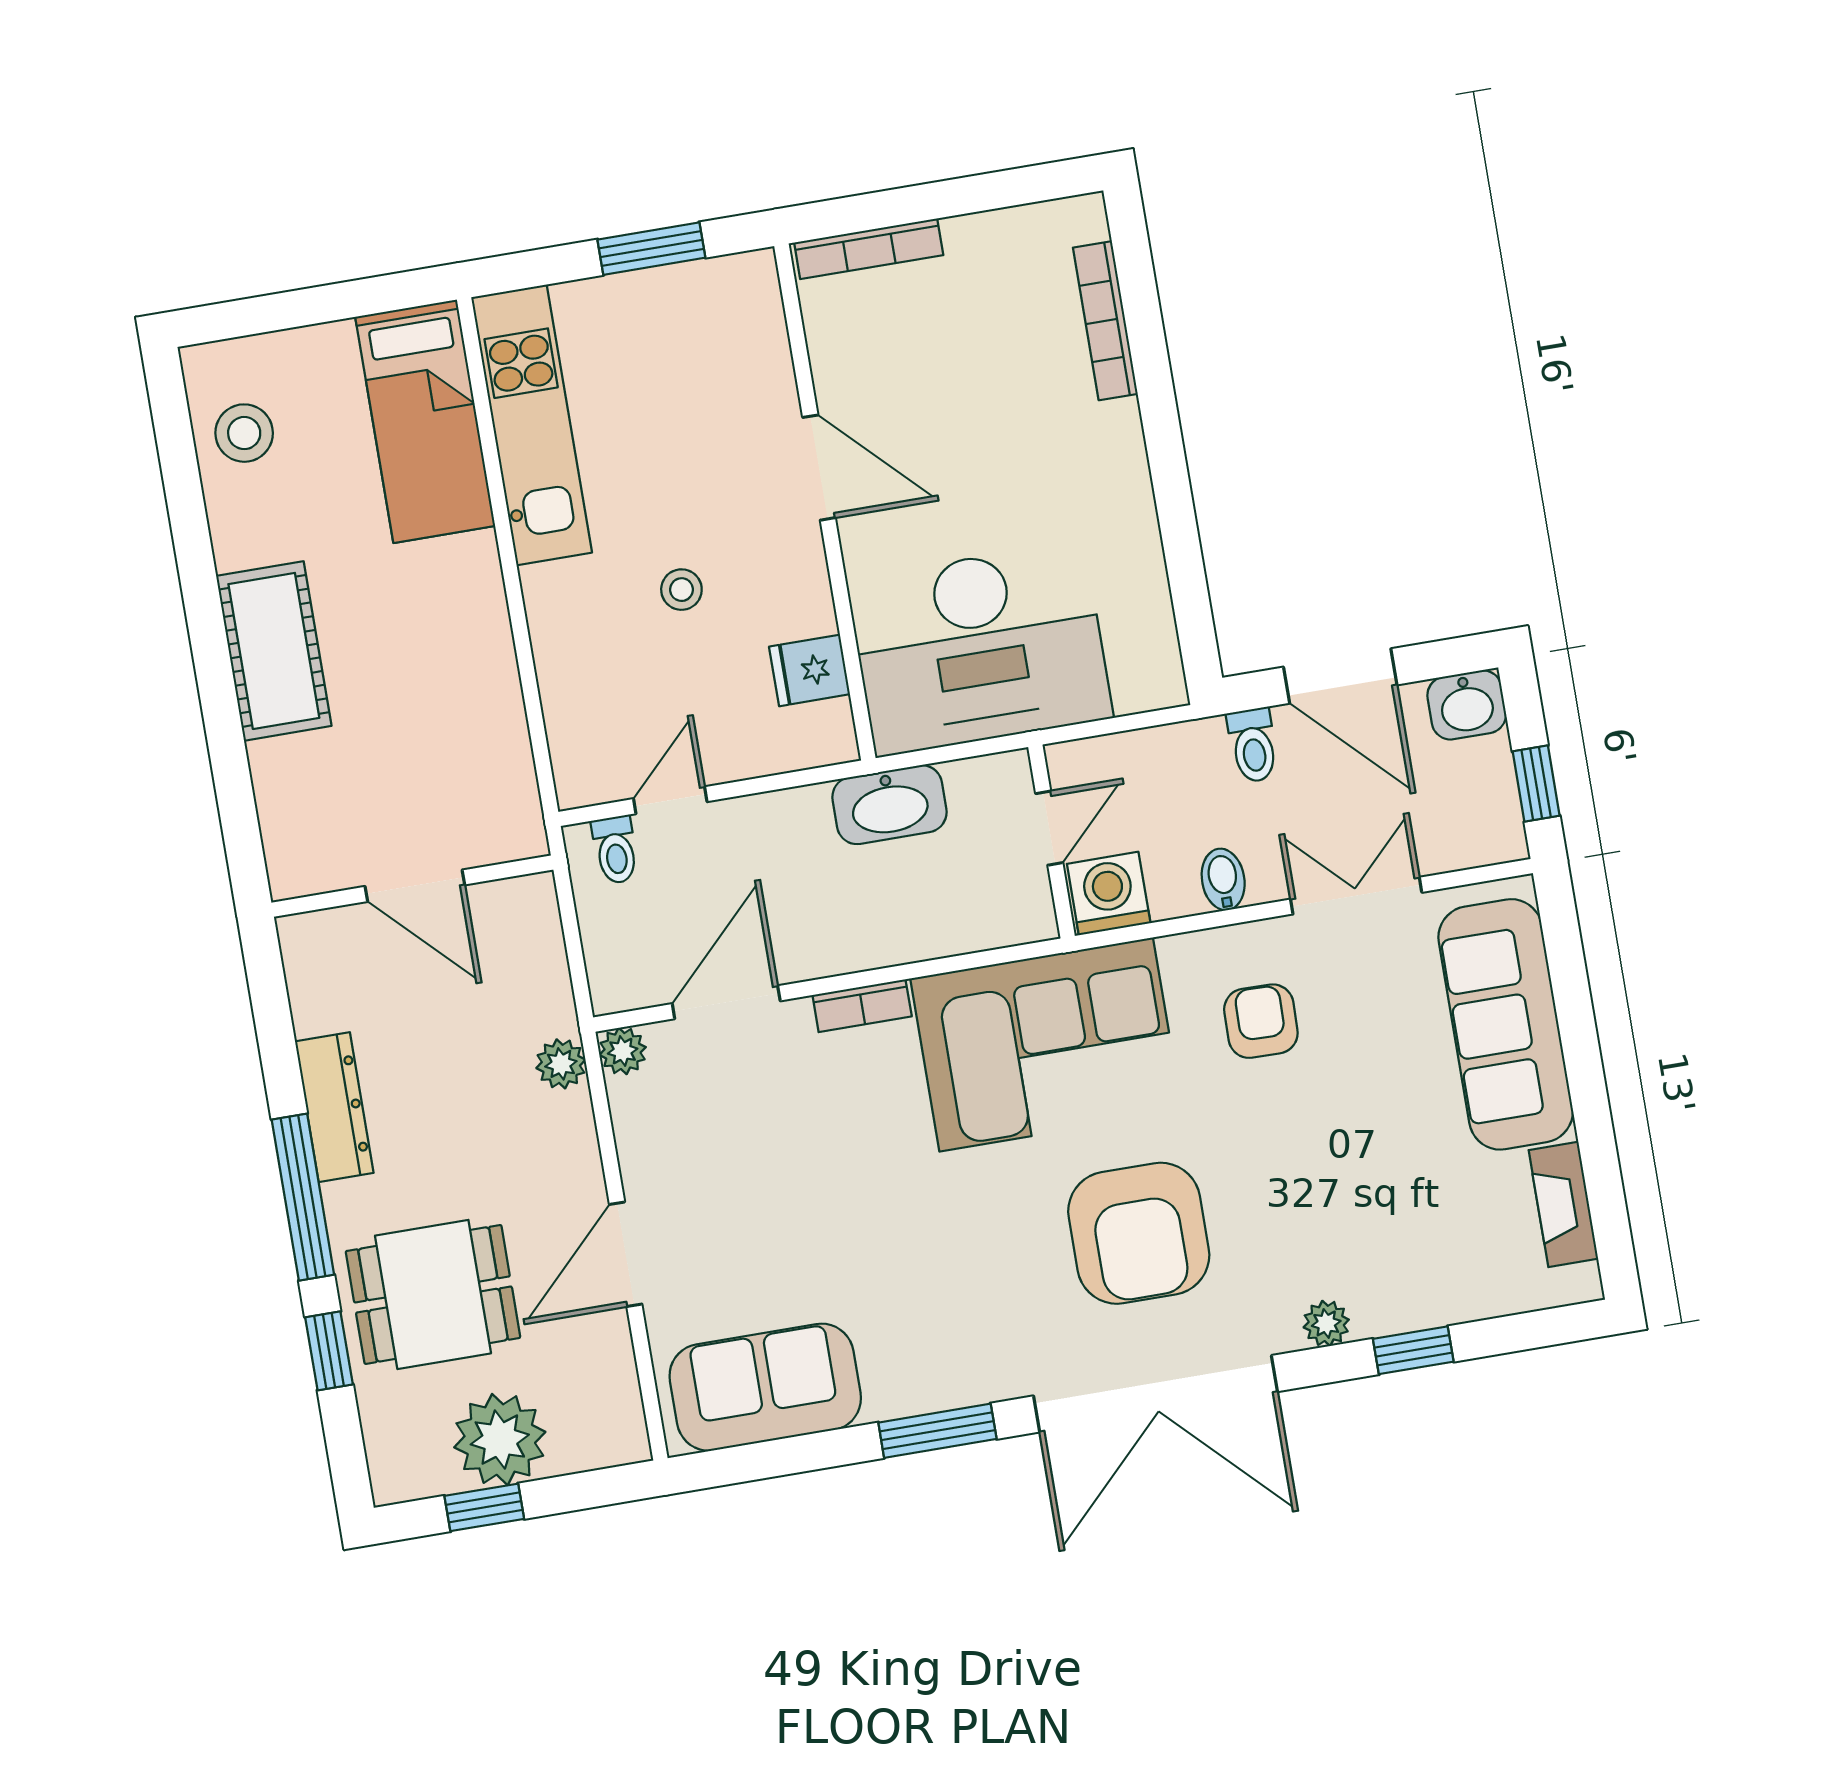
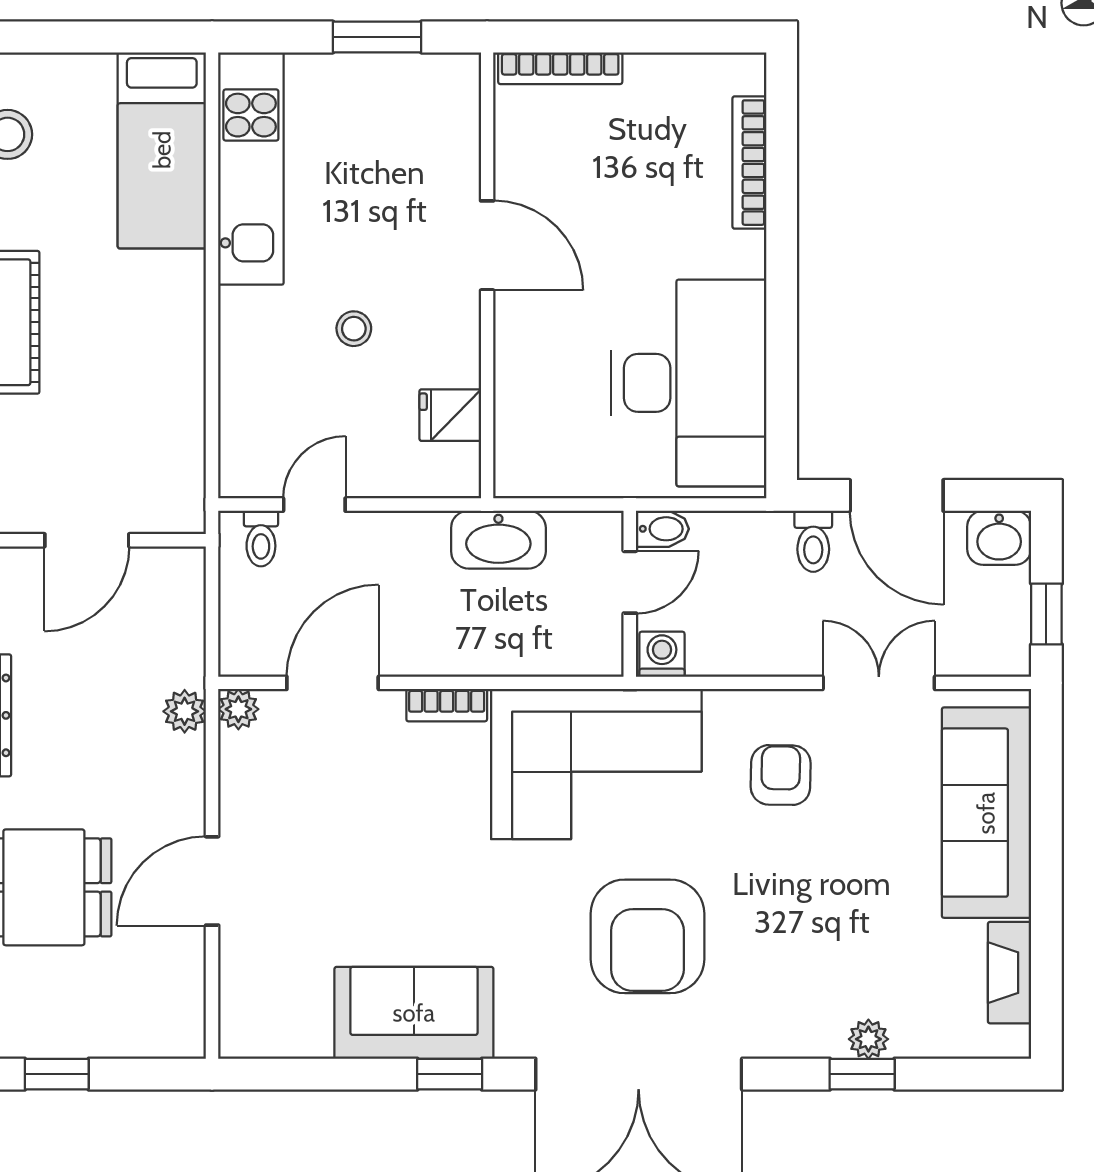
desk: (980, 649) -> (689, 383), moved, turned -90
bidet: (1223, 879) -> (662, 529), moved, turned 90
door: (415, 886) -> (87, 540), hinge flipped
washing machine: (1109, 894) -> (662, 654), width x0.73, depth x0.73
plant: (1326, 1323) -> (868, 1039), moved
sofa: (765, 1387) -> (414, 1013), moved
window: (937, 1431) -> (450, 1074), width x0.67
plant: (500, 1440) -> (80, 1019), removed

